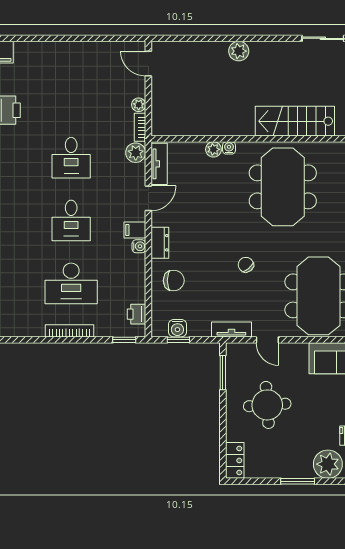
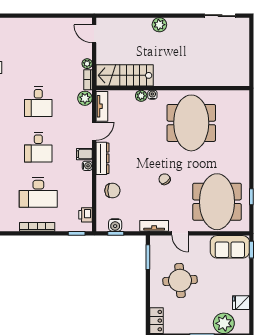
stairs: (295, 121) -> (125, 75), moved
dresser: (160, 243) -> (102, 158), width x1.44

